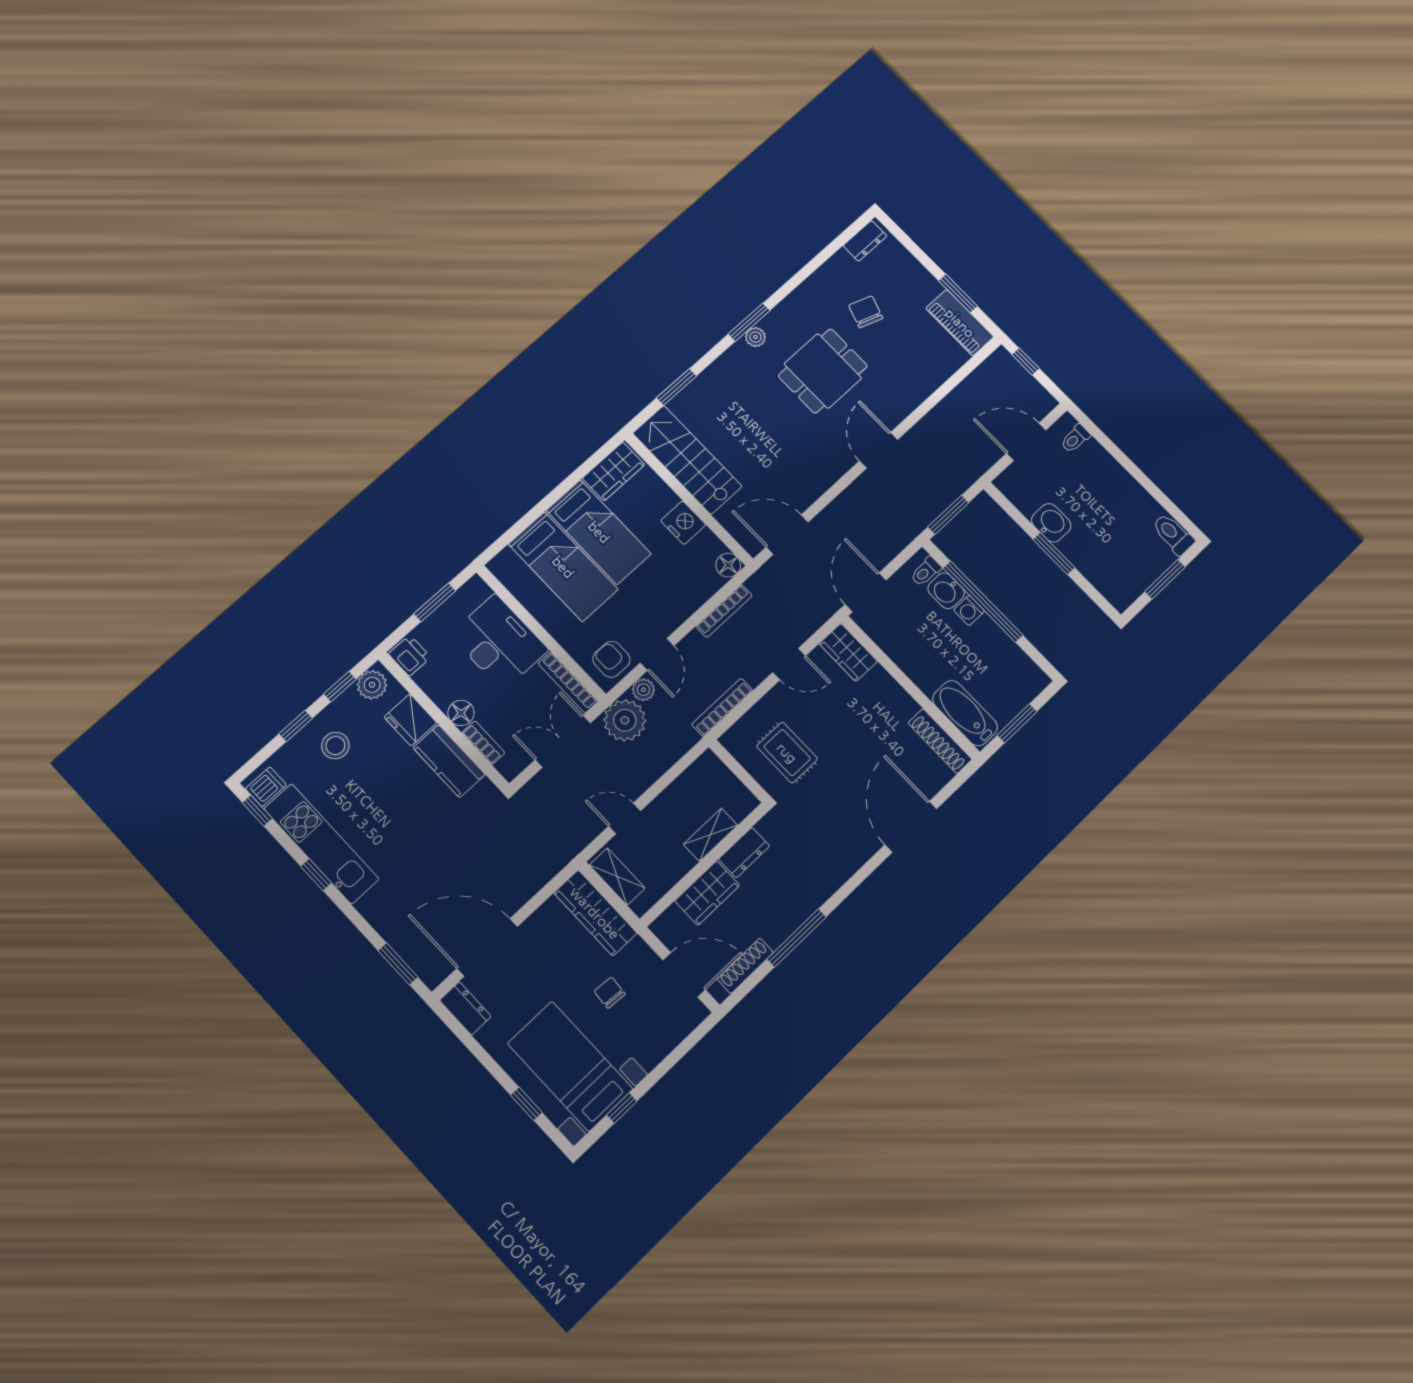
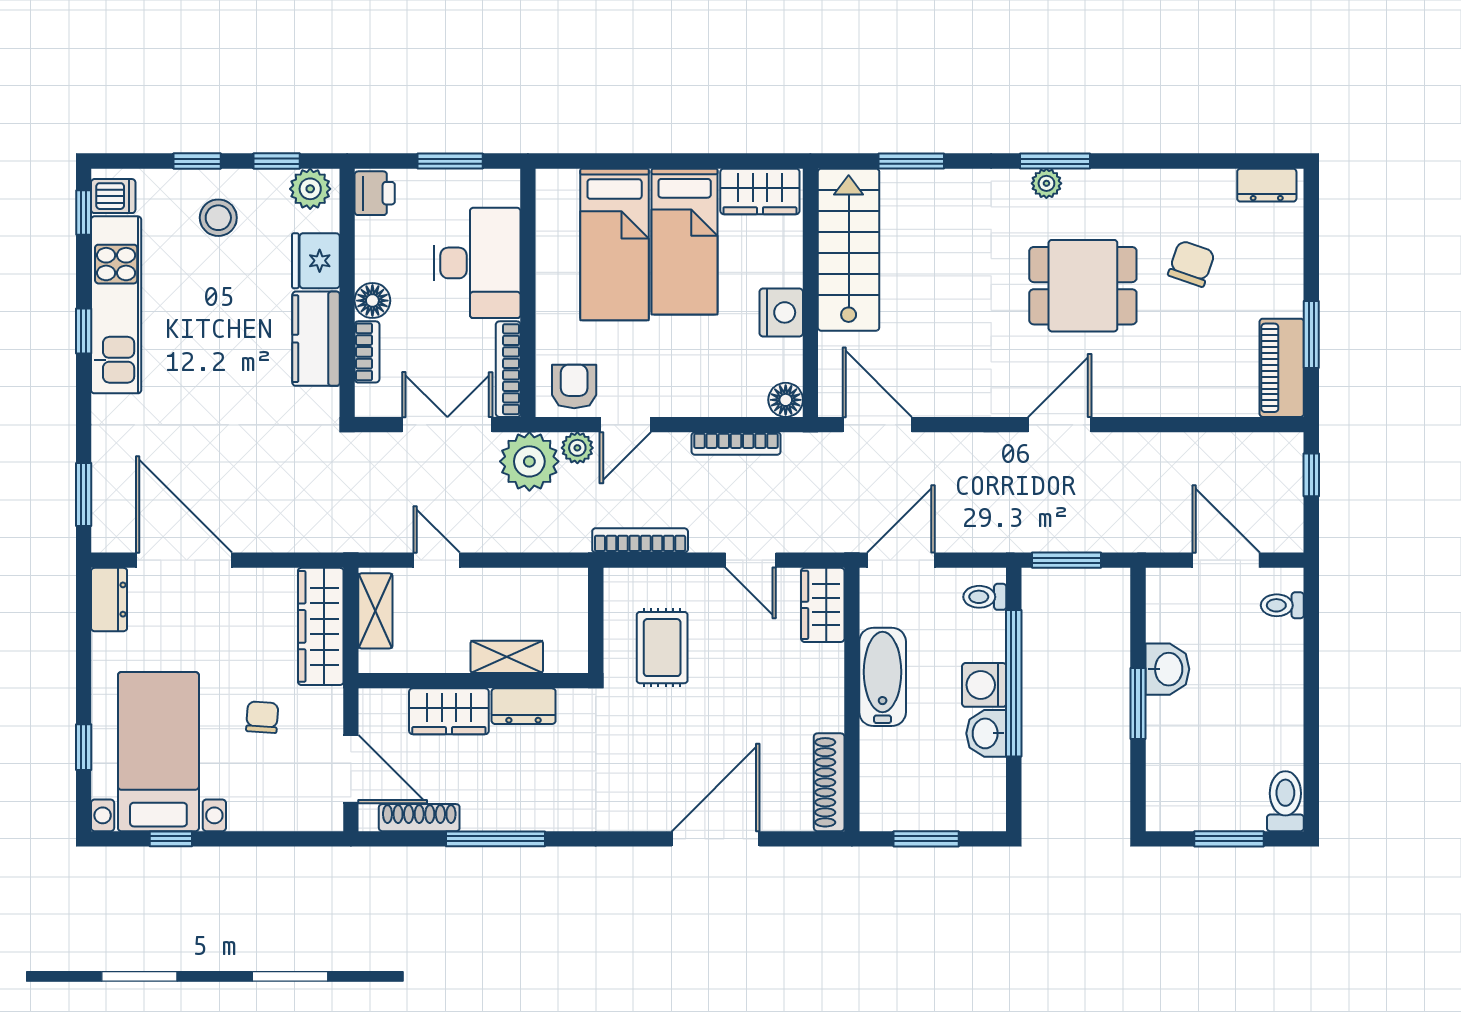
washbasin: (946, 591) -> (986, 733), moved
washing machine: (969, 611) -> (984, 685), width x1.38, depth x1.38
bathtub: (965, 713) -> (883, 677), moved

